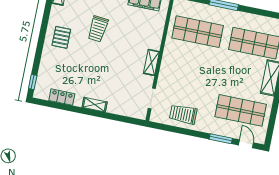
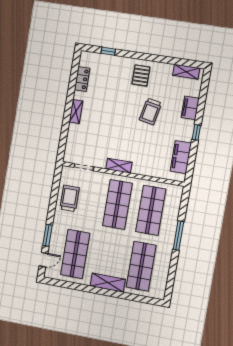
trolley: (98, 29) -> (150, 111), turned -85
pallet: (61, 37) -> (141, 75), turned 90
shop shelf: (191, 65) -> (117, 204), added
window: (33, 82) -> (108, 51), moved

